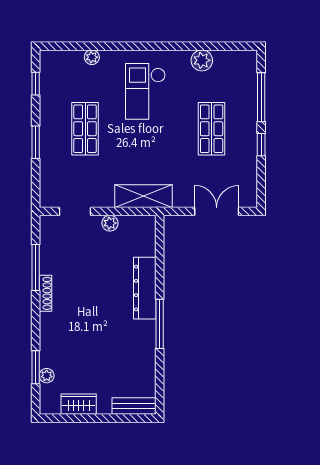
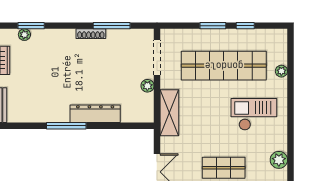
window: (36, 84) -> (245, 26), moved
shop shelf: (85, 129) -> (224, 66), width x2.00, depth x1.36
doorway: (75, 211) -> (157, 58), width x1.38

